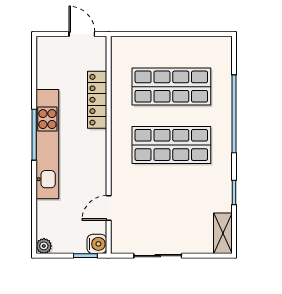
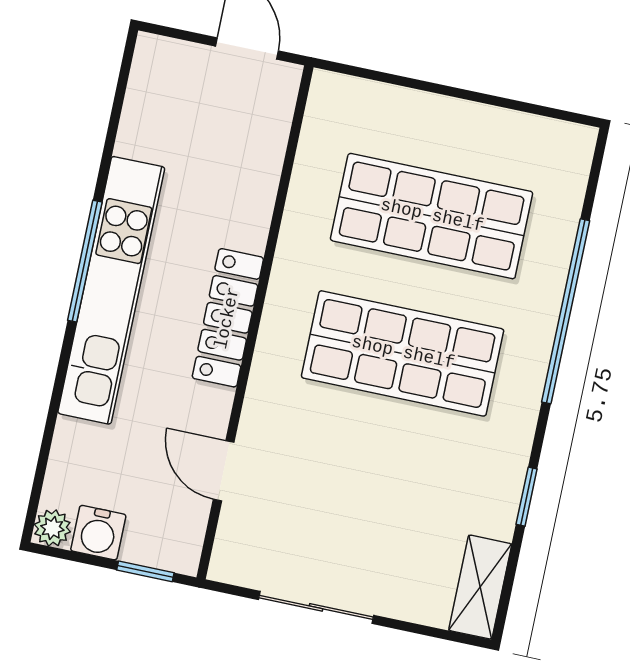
locker: (97, 100) -> (228, 318), moved
door: (109, 208) -> (224, 471), hinge flipped
water cooler: (97, 244) -> (98, 533), moved, turned 90

